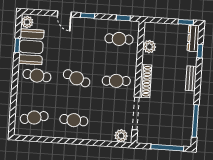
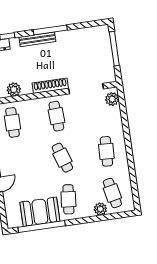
plant: (27, 22) -> (100, 209), moved
window: (17, 45) -> (42, 226), width x3.17
cafe table: (77, 78) -> (62, 158), turned -39
bench: (191, 78) -> (37, 39), width x1.36
window: (195, 121) -> (50, 30), moved

